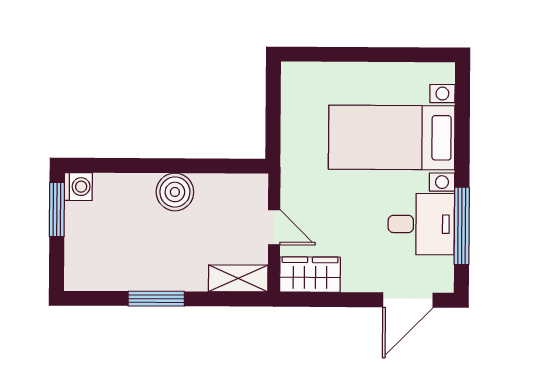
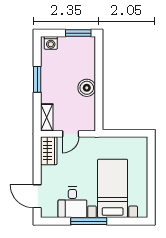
washing machine: (78, 187) -> (51, 43), moved
window: (462, 226) -> (89, 221), moved

